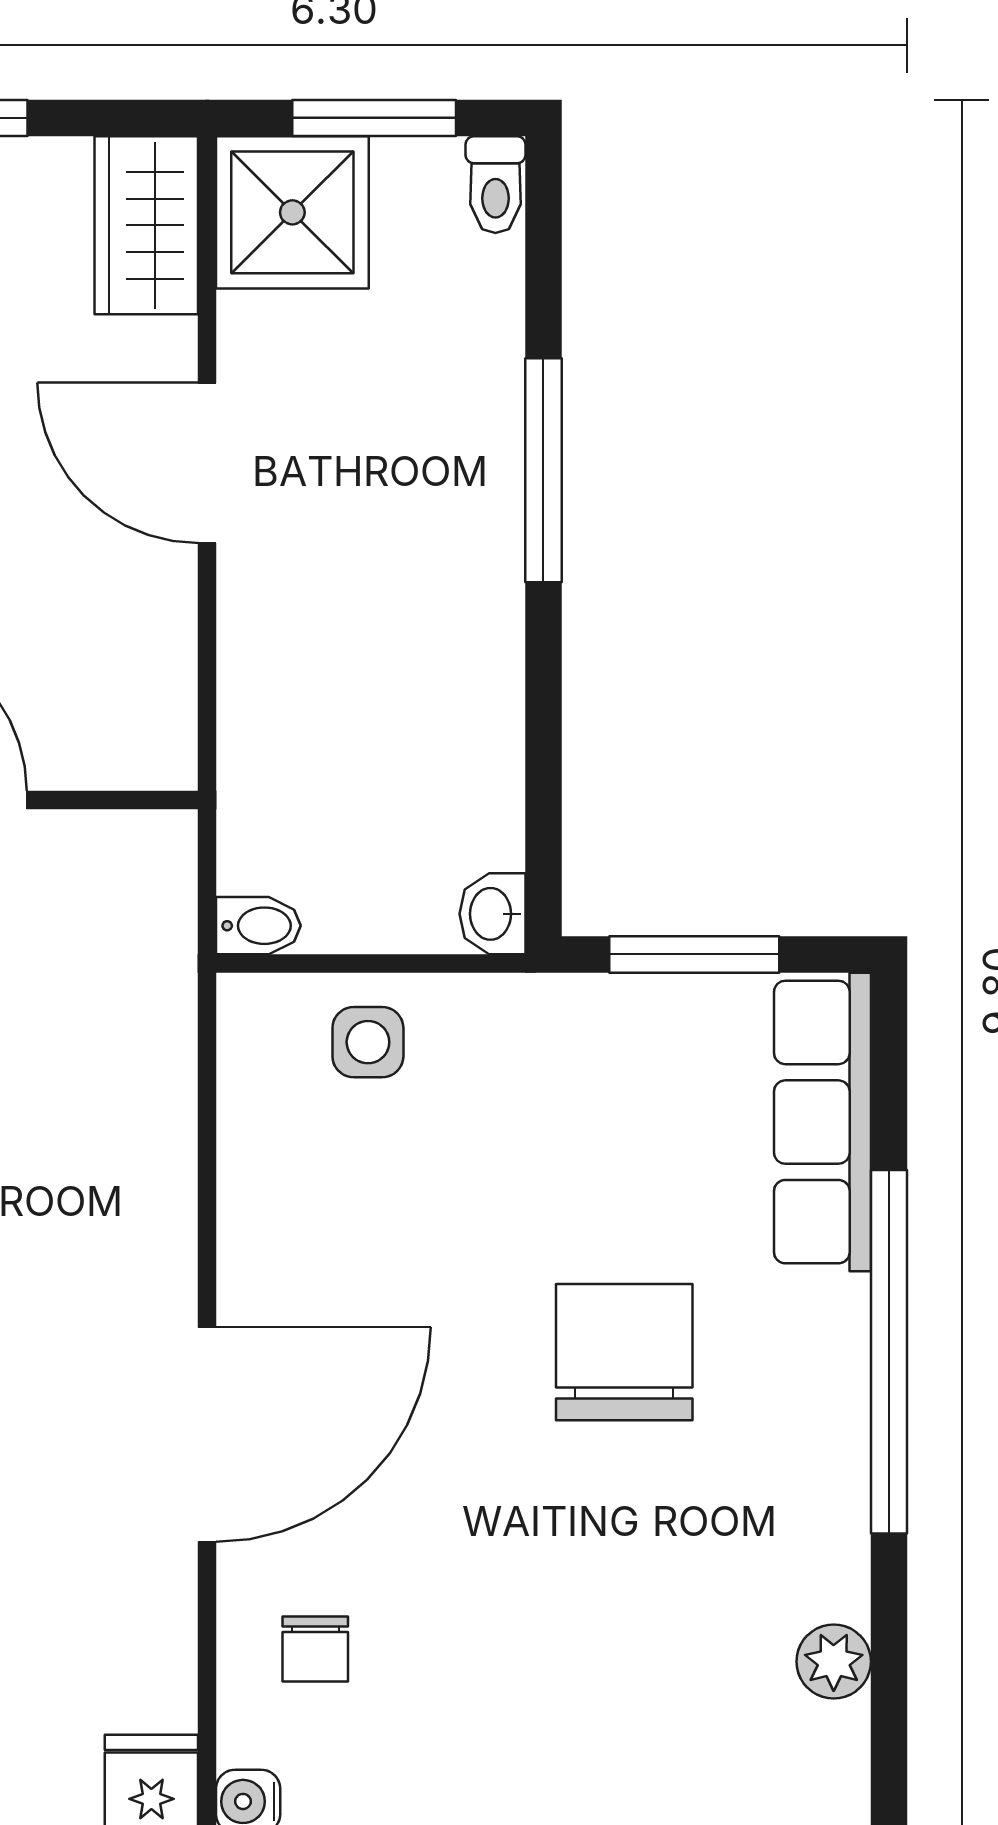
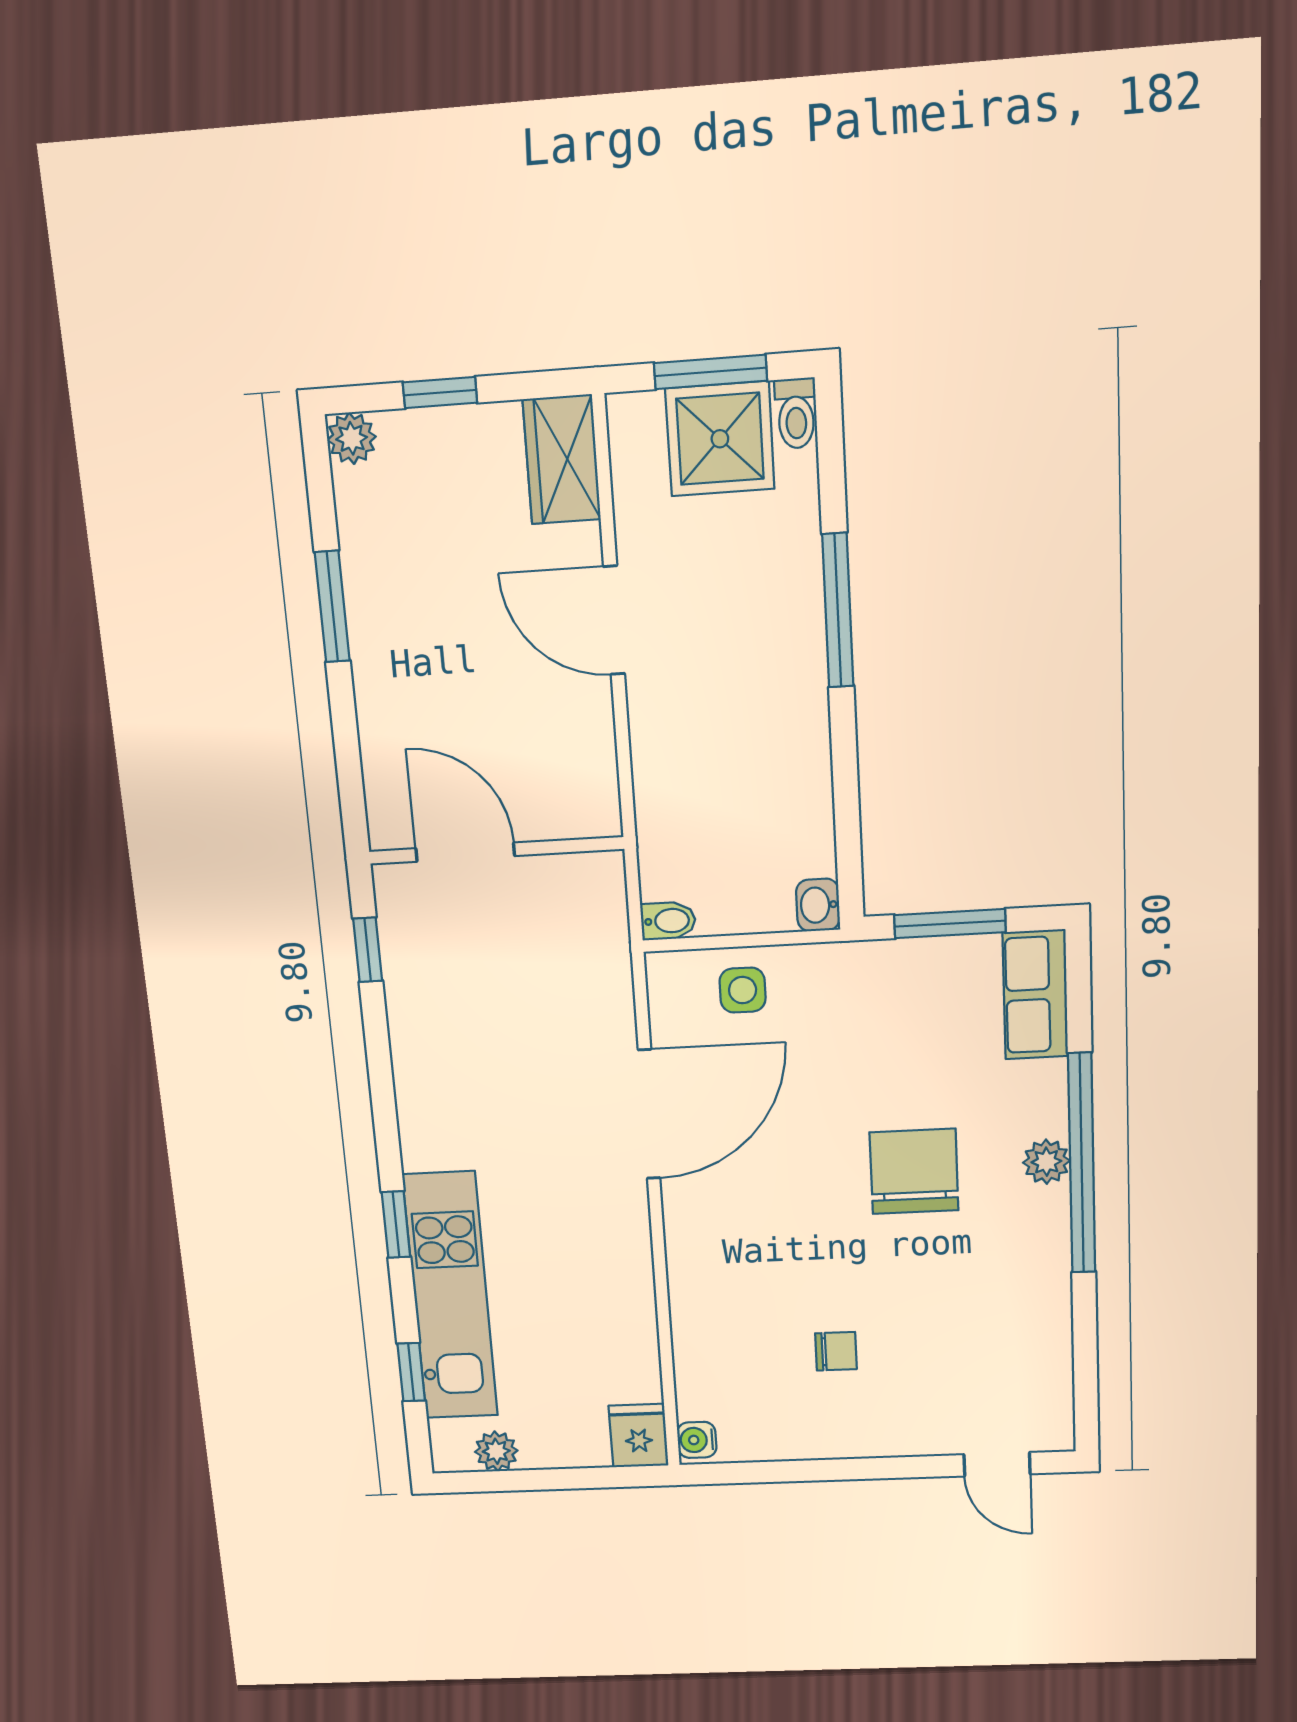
shower: (292, 212) -> (720, 439), moved
row of seats: (822, 1122) -> (1035, 995), width x0.68
door: (207, 1434) -> (649, 1114), moved
chair: (315, 1649) -> (836, 1351), moved, turned -90
plant: (834, 1662) -> (1046, 1162), moved

